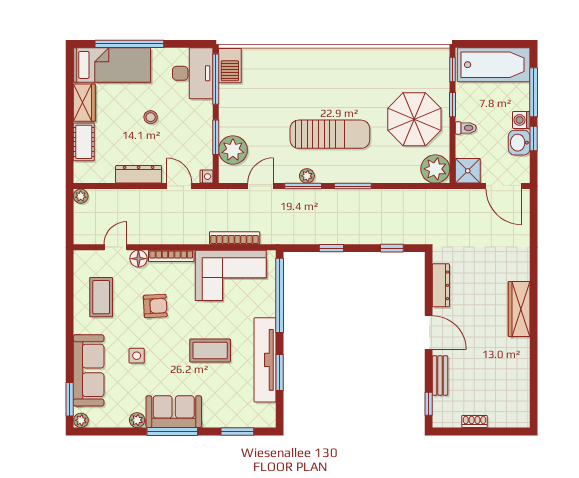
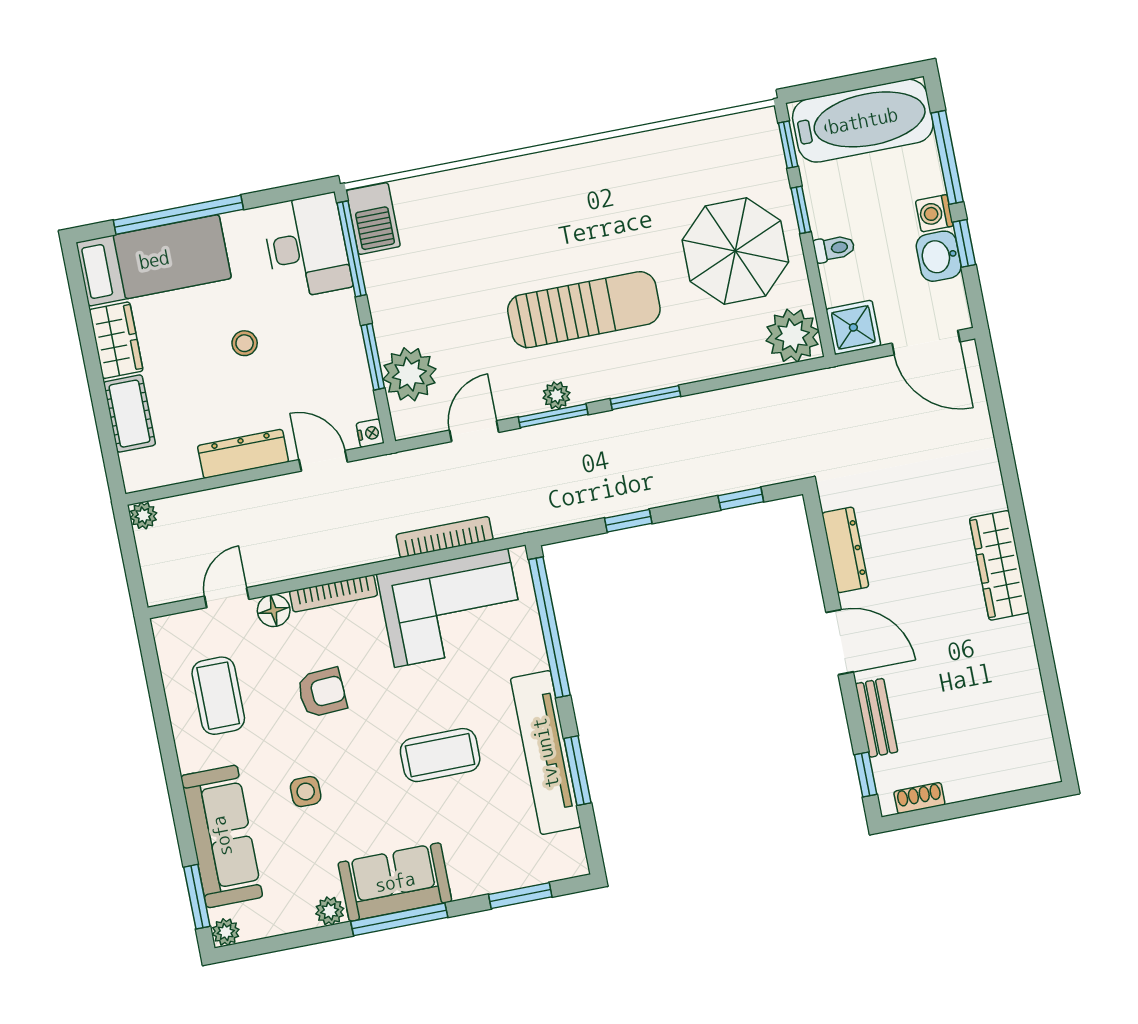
shoe rack: (475, 421) -> (919, 798), moved

